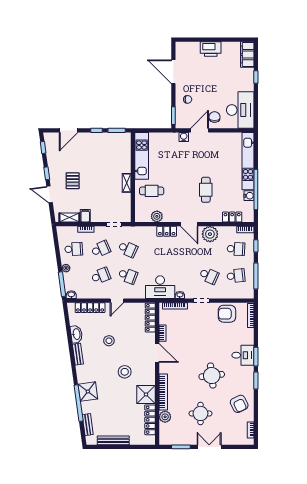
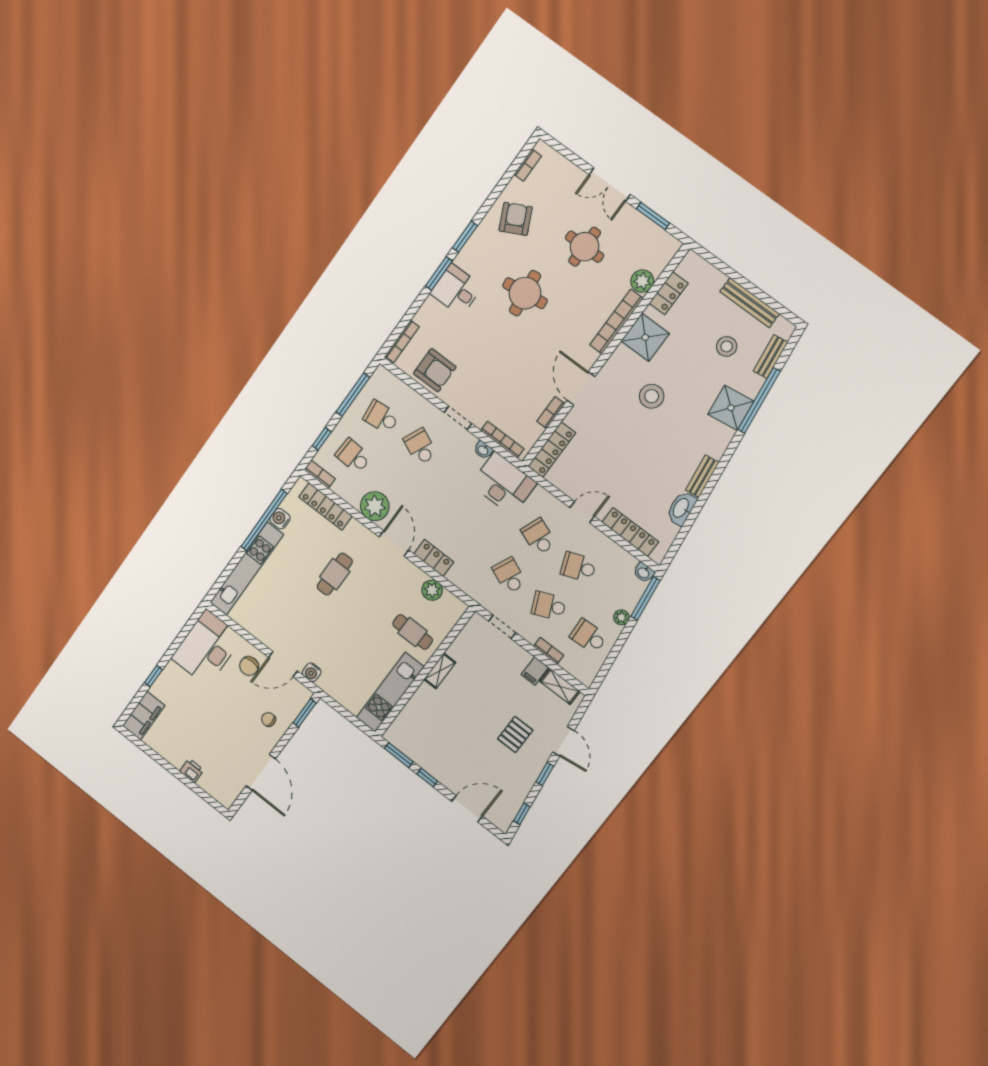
printer: (211, 49) -> (192, 771), width x0.53, depth x0.68
locker: (232, 217) -> (325, 507), width x1.53
stool: (109, 341) -> (727, 346), moved
locker: (150, 420) -> (669, 293), width x0.66

